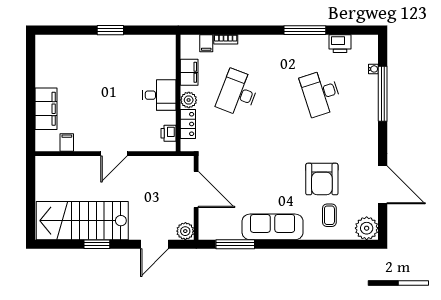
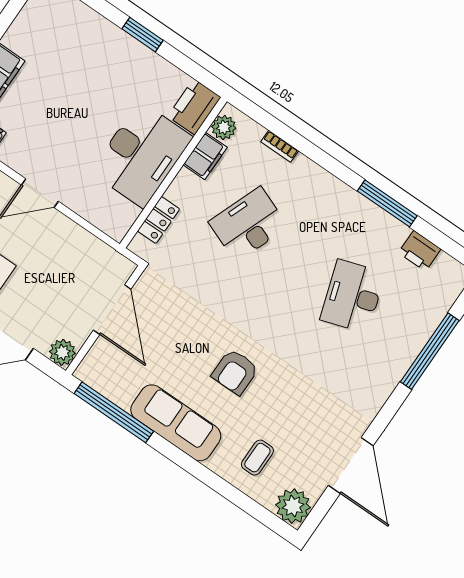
filing cabinet: (206, 43) -> (252, 134), removed
water cooler: (373, 69) -> (440, 312), removed
desk: (159, 95) -> (142, 155), width x1.87, depth x1.30
plant: (189, 100) -> (224, 127), moved
printer: (169, 133) -> (194, 107), moved, width x1.87, depth x1.48
armchair: (322, 179) -> (235, 372), moved, width x0.73, depth x0.73
window: (235, 244) -> (114, 412), width x1.46

